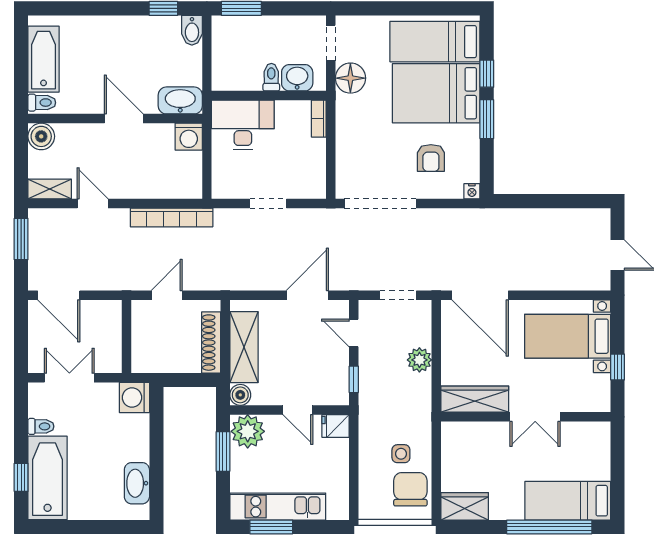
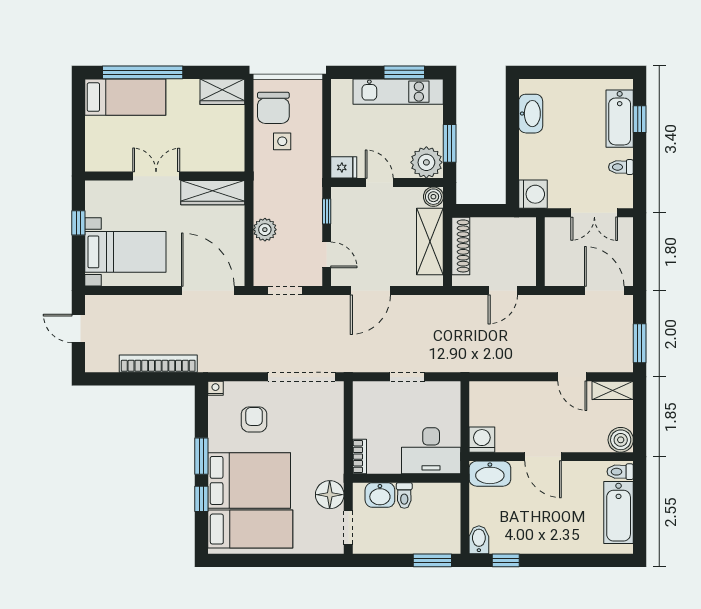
bookcase: (172, 217) -> (158, 364), moved
bathtub: (48, 478) -> (620, 119), width x0.73, depth x0.73

